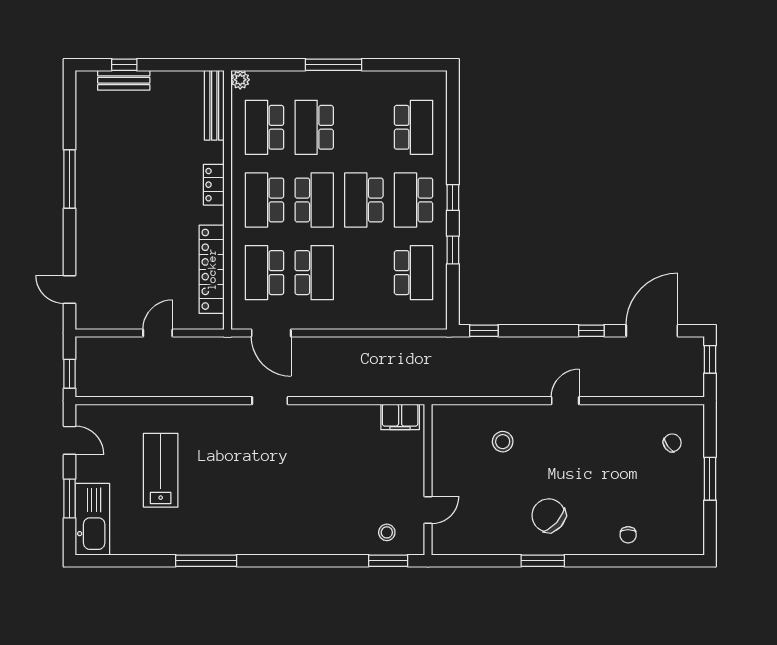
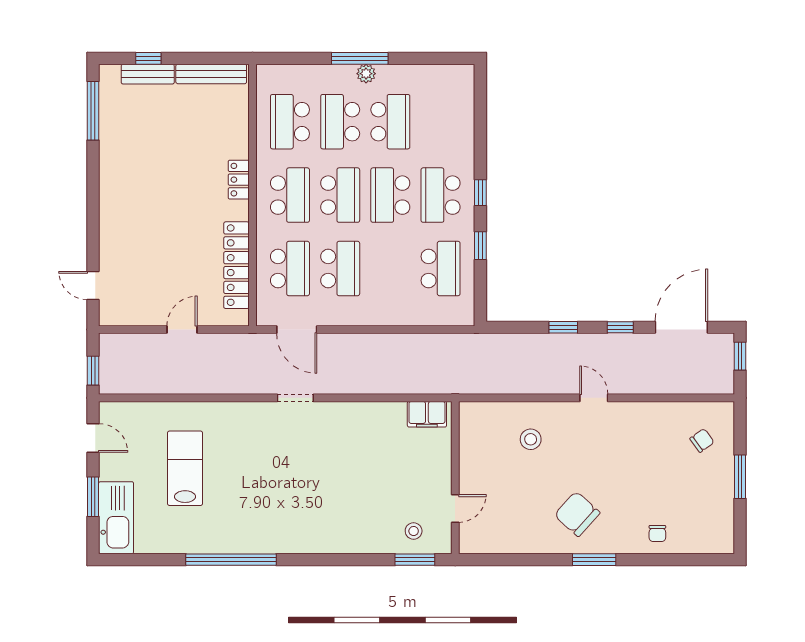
plant: (240, 80) -> (366, 74), moved
bench: (214, 105) -> (211, 74), moved, turned 90
school desk: (414, 127) -> (390, 122), moved
window: (70, 179) -> (93, 111), moved
school desk: (264, 200) -> (290, 195), turned 180
school desk: (264, 273) -> (290, 268), turned 180
window: (484, 331) -> (563, 327), moved
door: (565, 401) -> (594, 398), hinge flipped
window: (206, 561) -> (231, 560), width x1.46
window: (543, 561) -> (594, 560), moved

